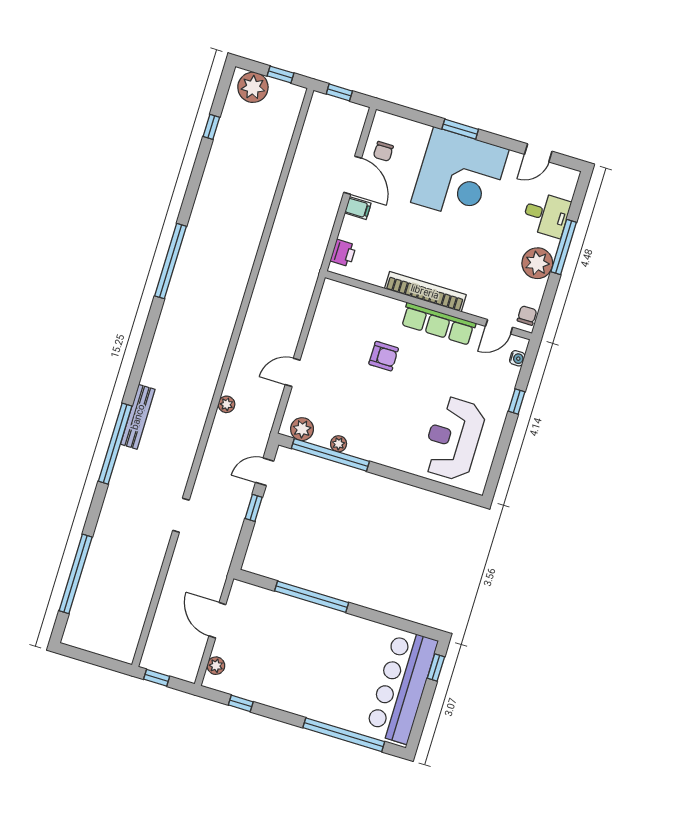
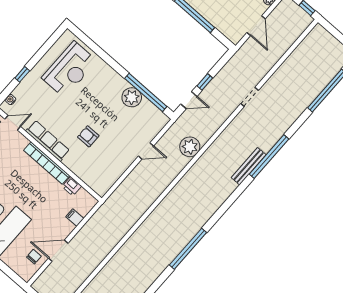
door: (353, 175) -> (58, 251), hinge flipped
filing cabinet: (358, 208) -> (75, 218), moved
printer: (343, 253) -> (72, 186), moved, turned -90
plant: (226, 404) -> (190, 147), width x1.87, depth x1.87
plant: (302, 429) -> (156, 115), removed
plant: (339, 444) -> (132, 97), width x1.87, depth x1.87

